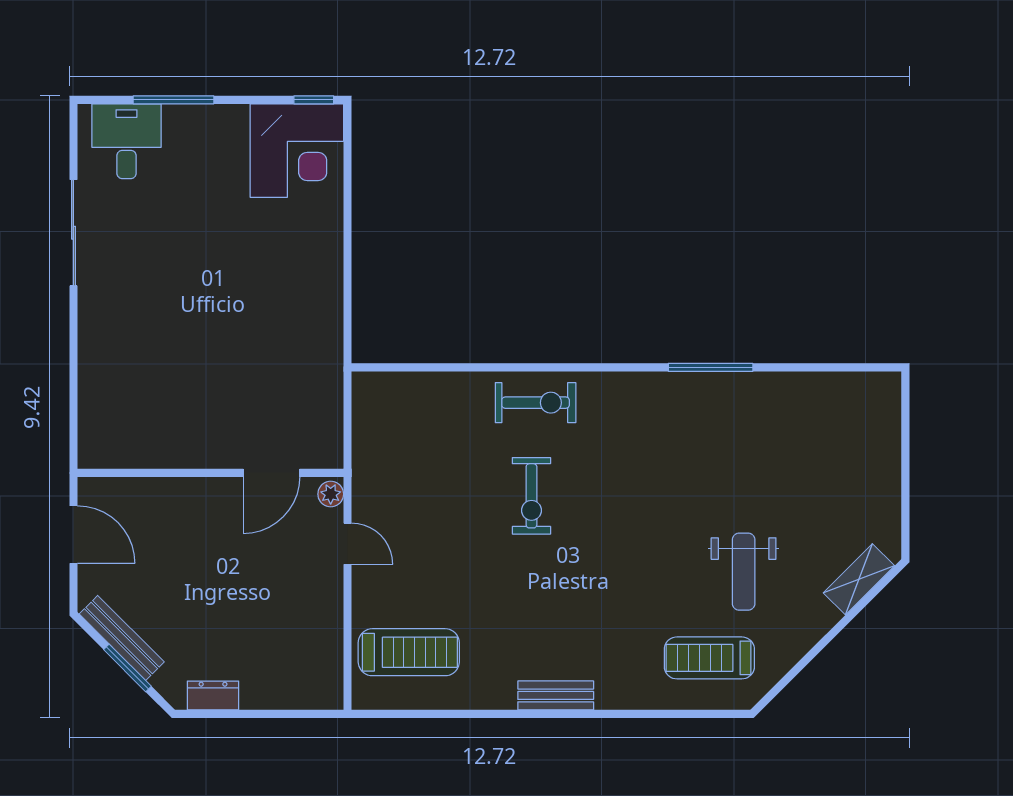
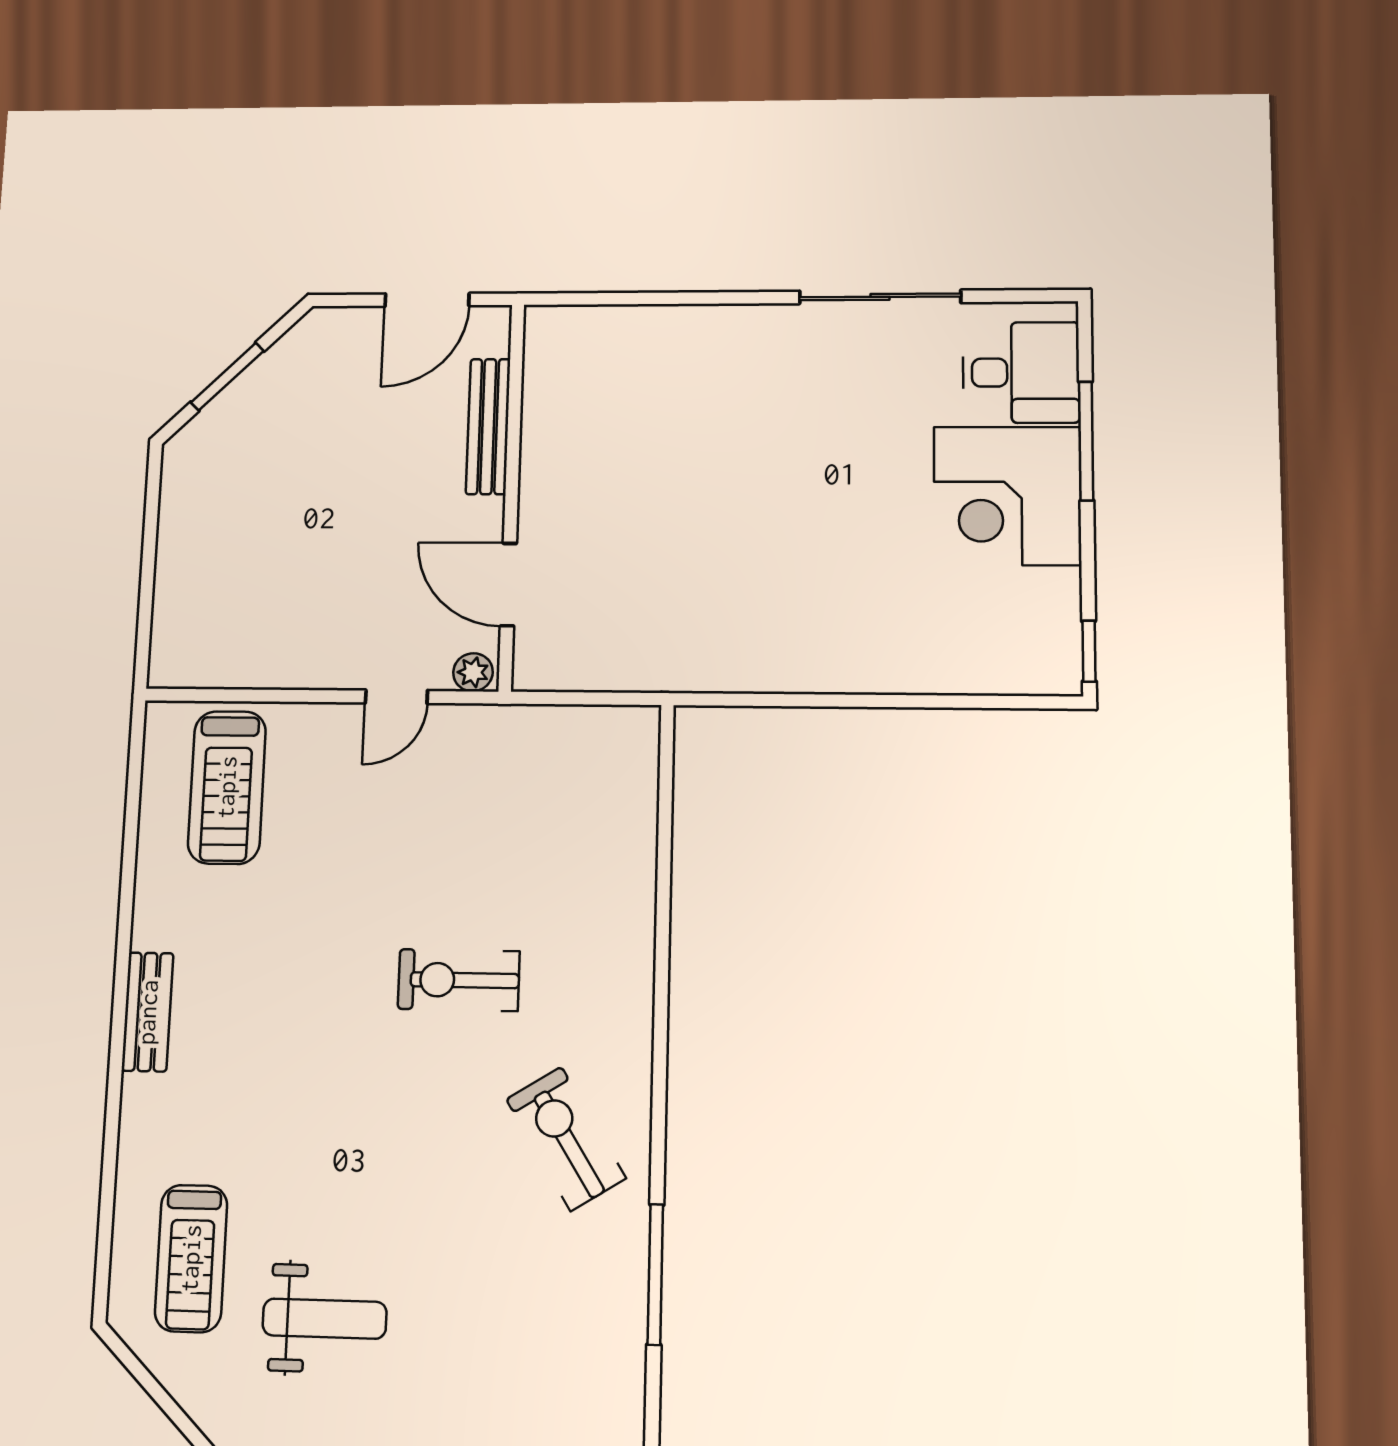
corner desk: (297, 151) -> (1007, 496), moved
exercise bike: (536, 403) -> (566, 1139), moved, turned 148
weight bench: (744, 572) -> (325, 1319), turned 180
bench: (122, 638) -> (488, 426), moved, turned -45
treadmill: (709, 658) -> (191, 1258), turned 180
dresser: (213, 695) -> (179, 498), removed

